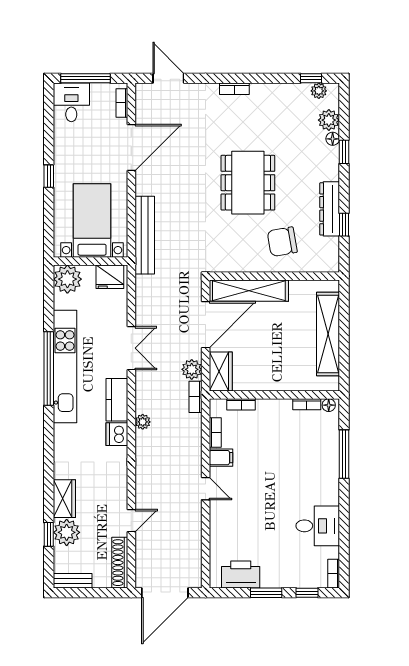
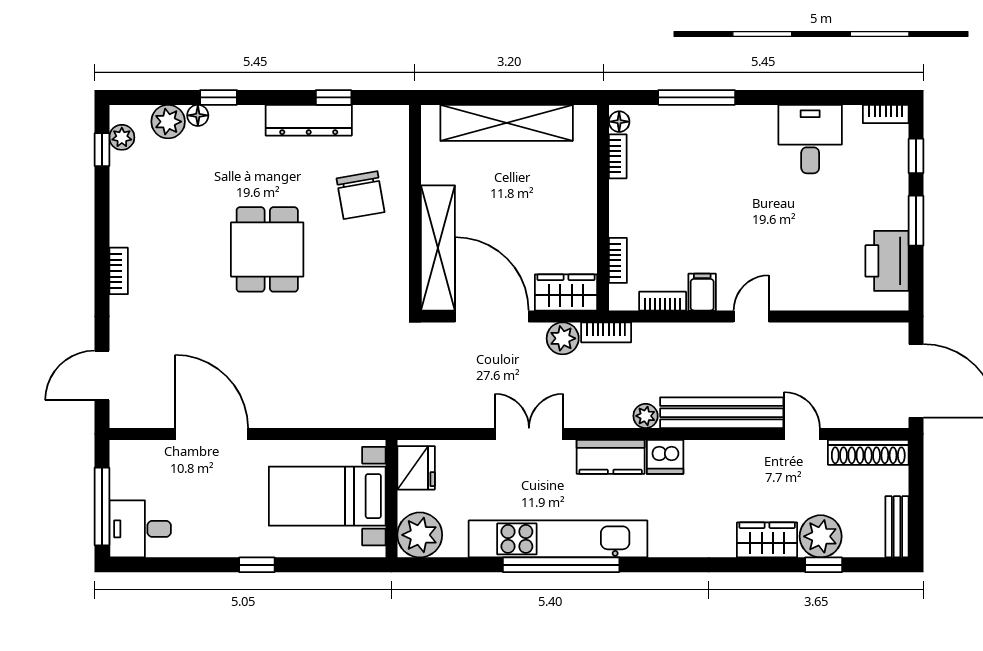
bookcase: (122, 103) -> (141, 449), removed
dining table: (248, 183) -> (267, 249), width x0.73
bench: (145, 235) -> (722, 413), moved

